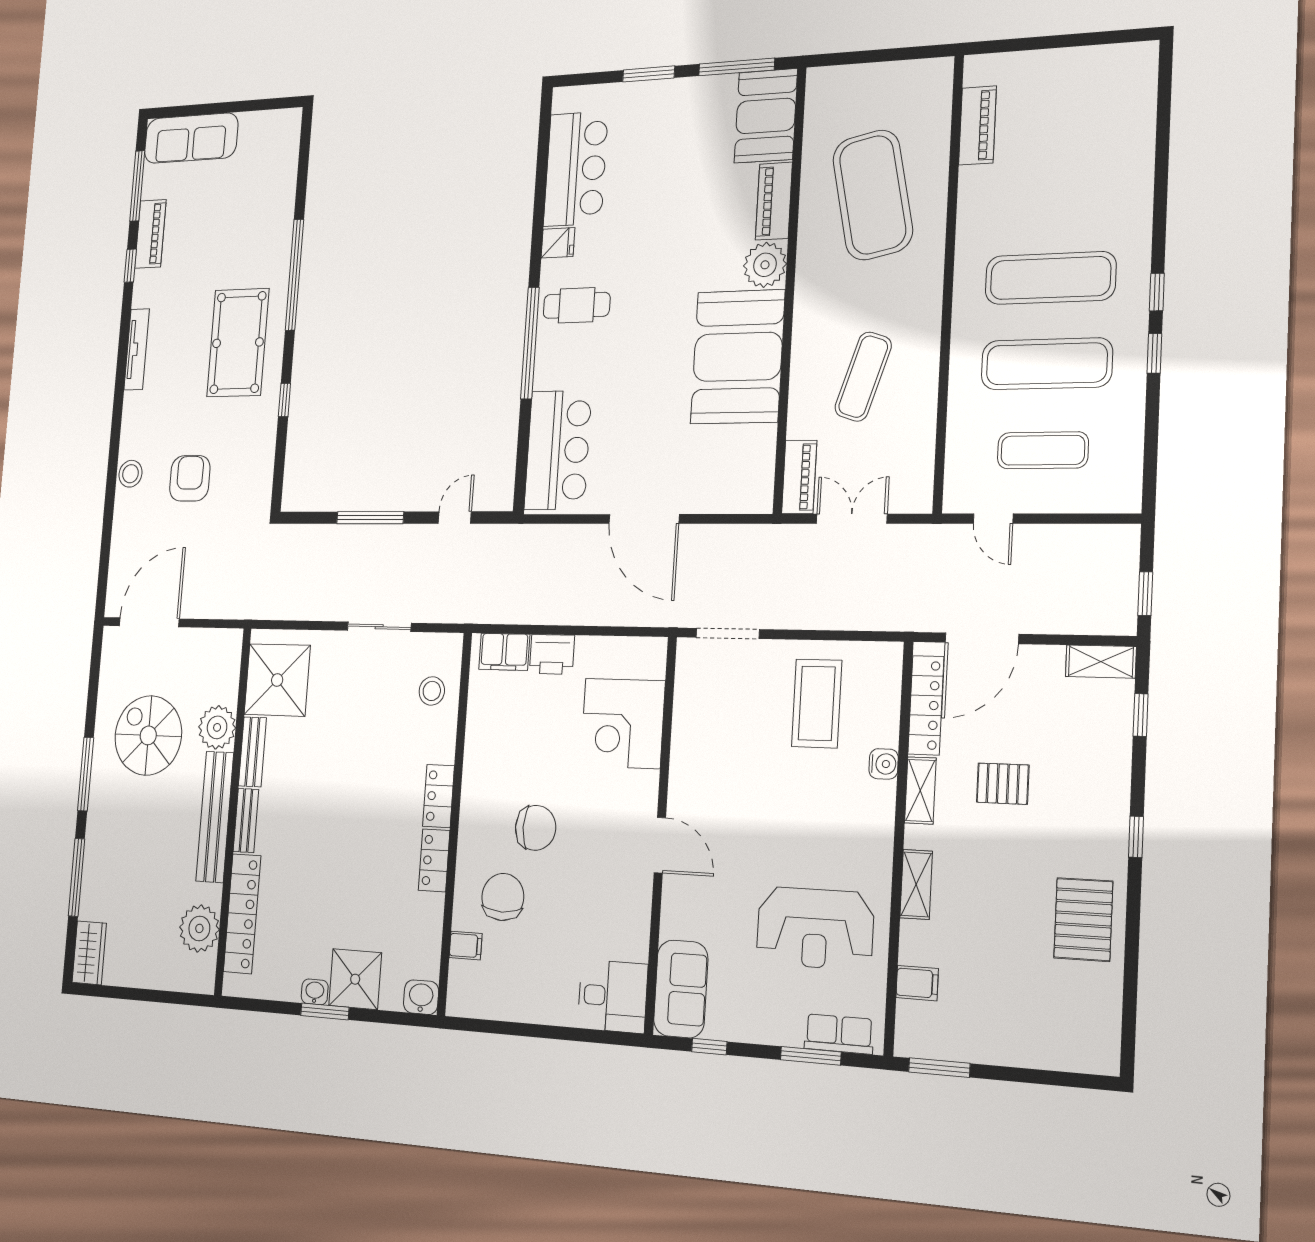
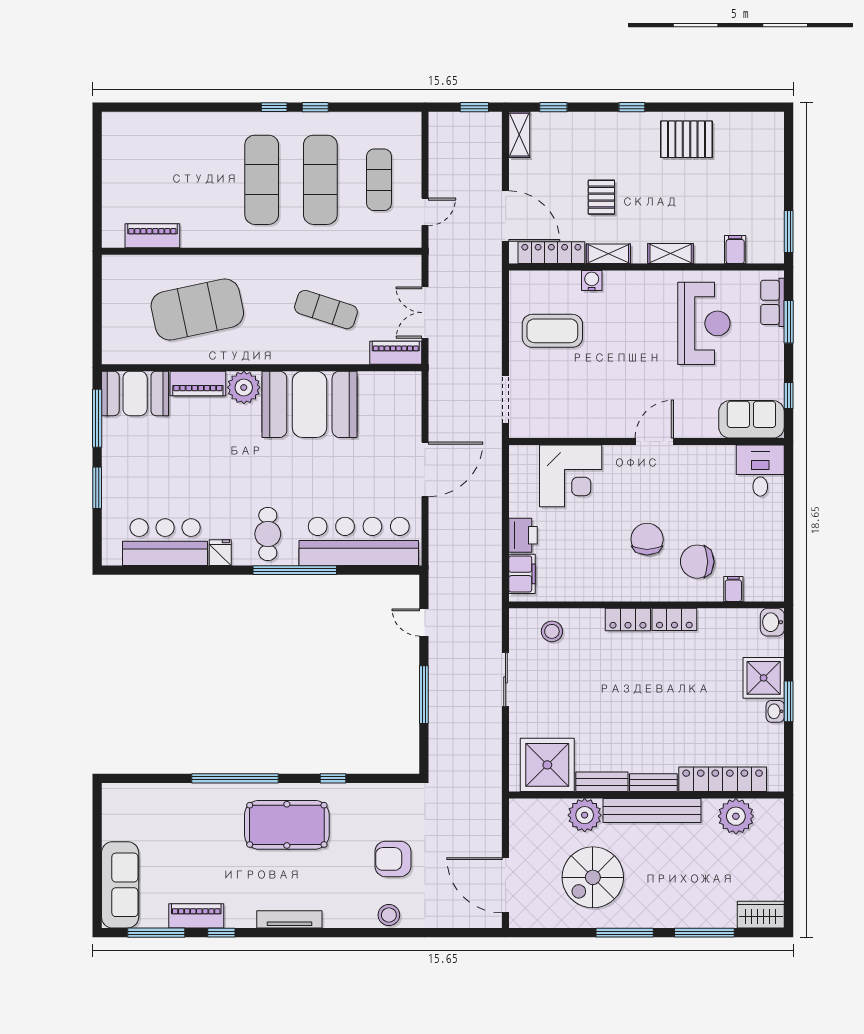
bar counter: (558, 450) -> (359, 541), width x1.36

